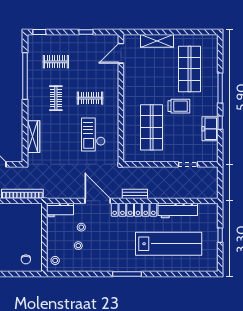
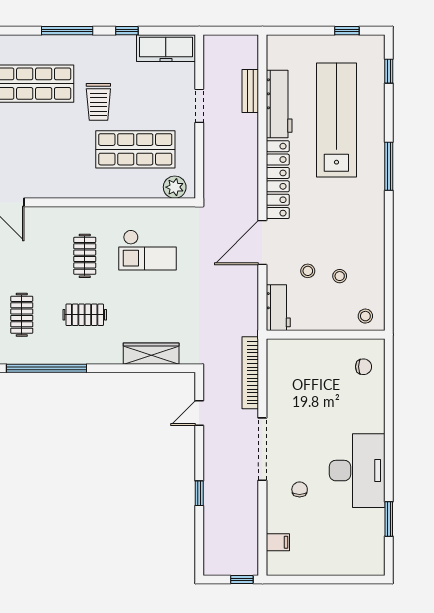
trolley: (179, 106) -> (98, 102), turned 180
freezer: (210, 129) -> (166, 48), moved, width x1.40
plant: (130, 150) -> (175, 187), added
doorway: (188, 164) -> (199, 106), moved
bench: (135, 194) -> (250, 91), moved
window: (220, 235) -> (347, 31), moved
window: (127, 274) -> (389, 166), moved
window: (197, 274) -> (389, 71), added

